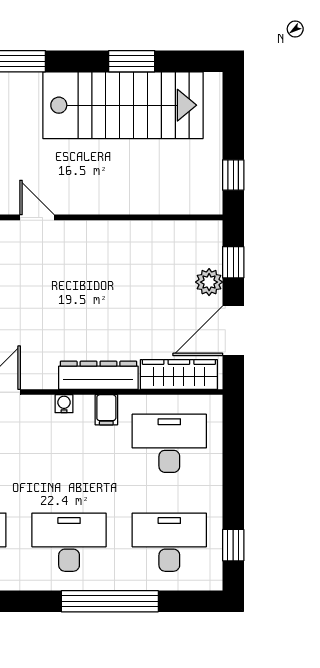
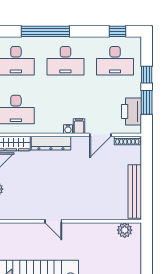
door: (37, 217) -> (53, 221), moved
filing cabinet: (106, 410) -> (79, 126), moved

